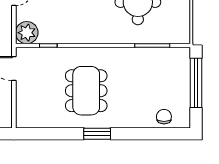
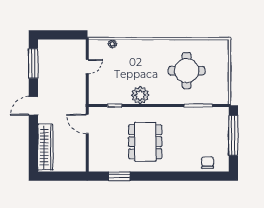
plant: (27, 33) -> (140, 95), moved
window: (97, 134) -> (119, 176), moved

